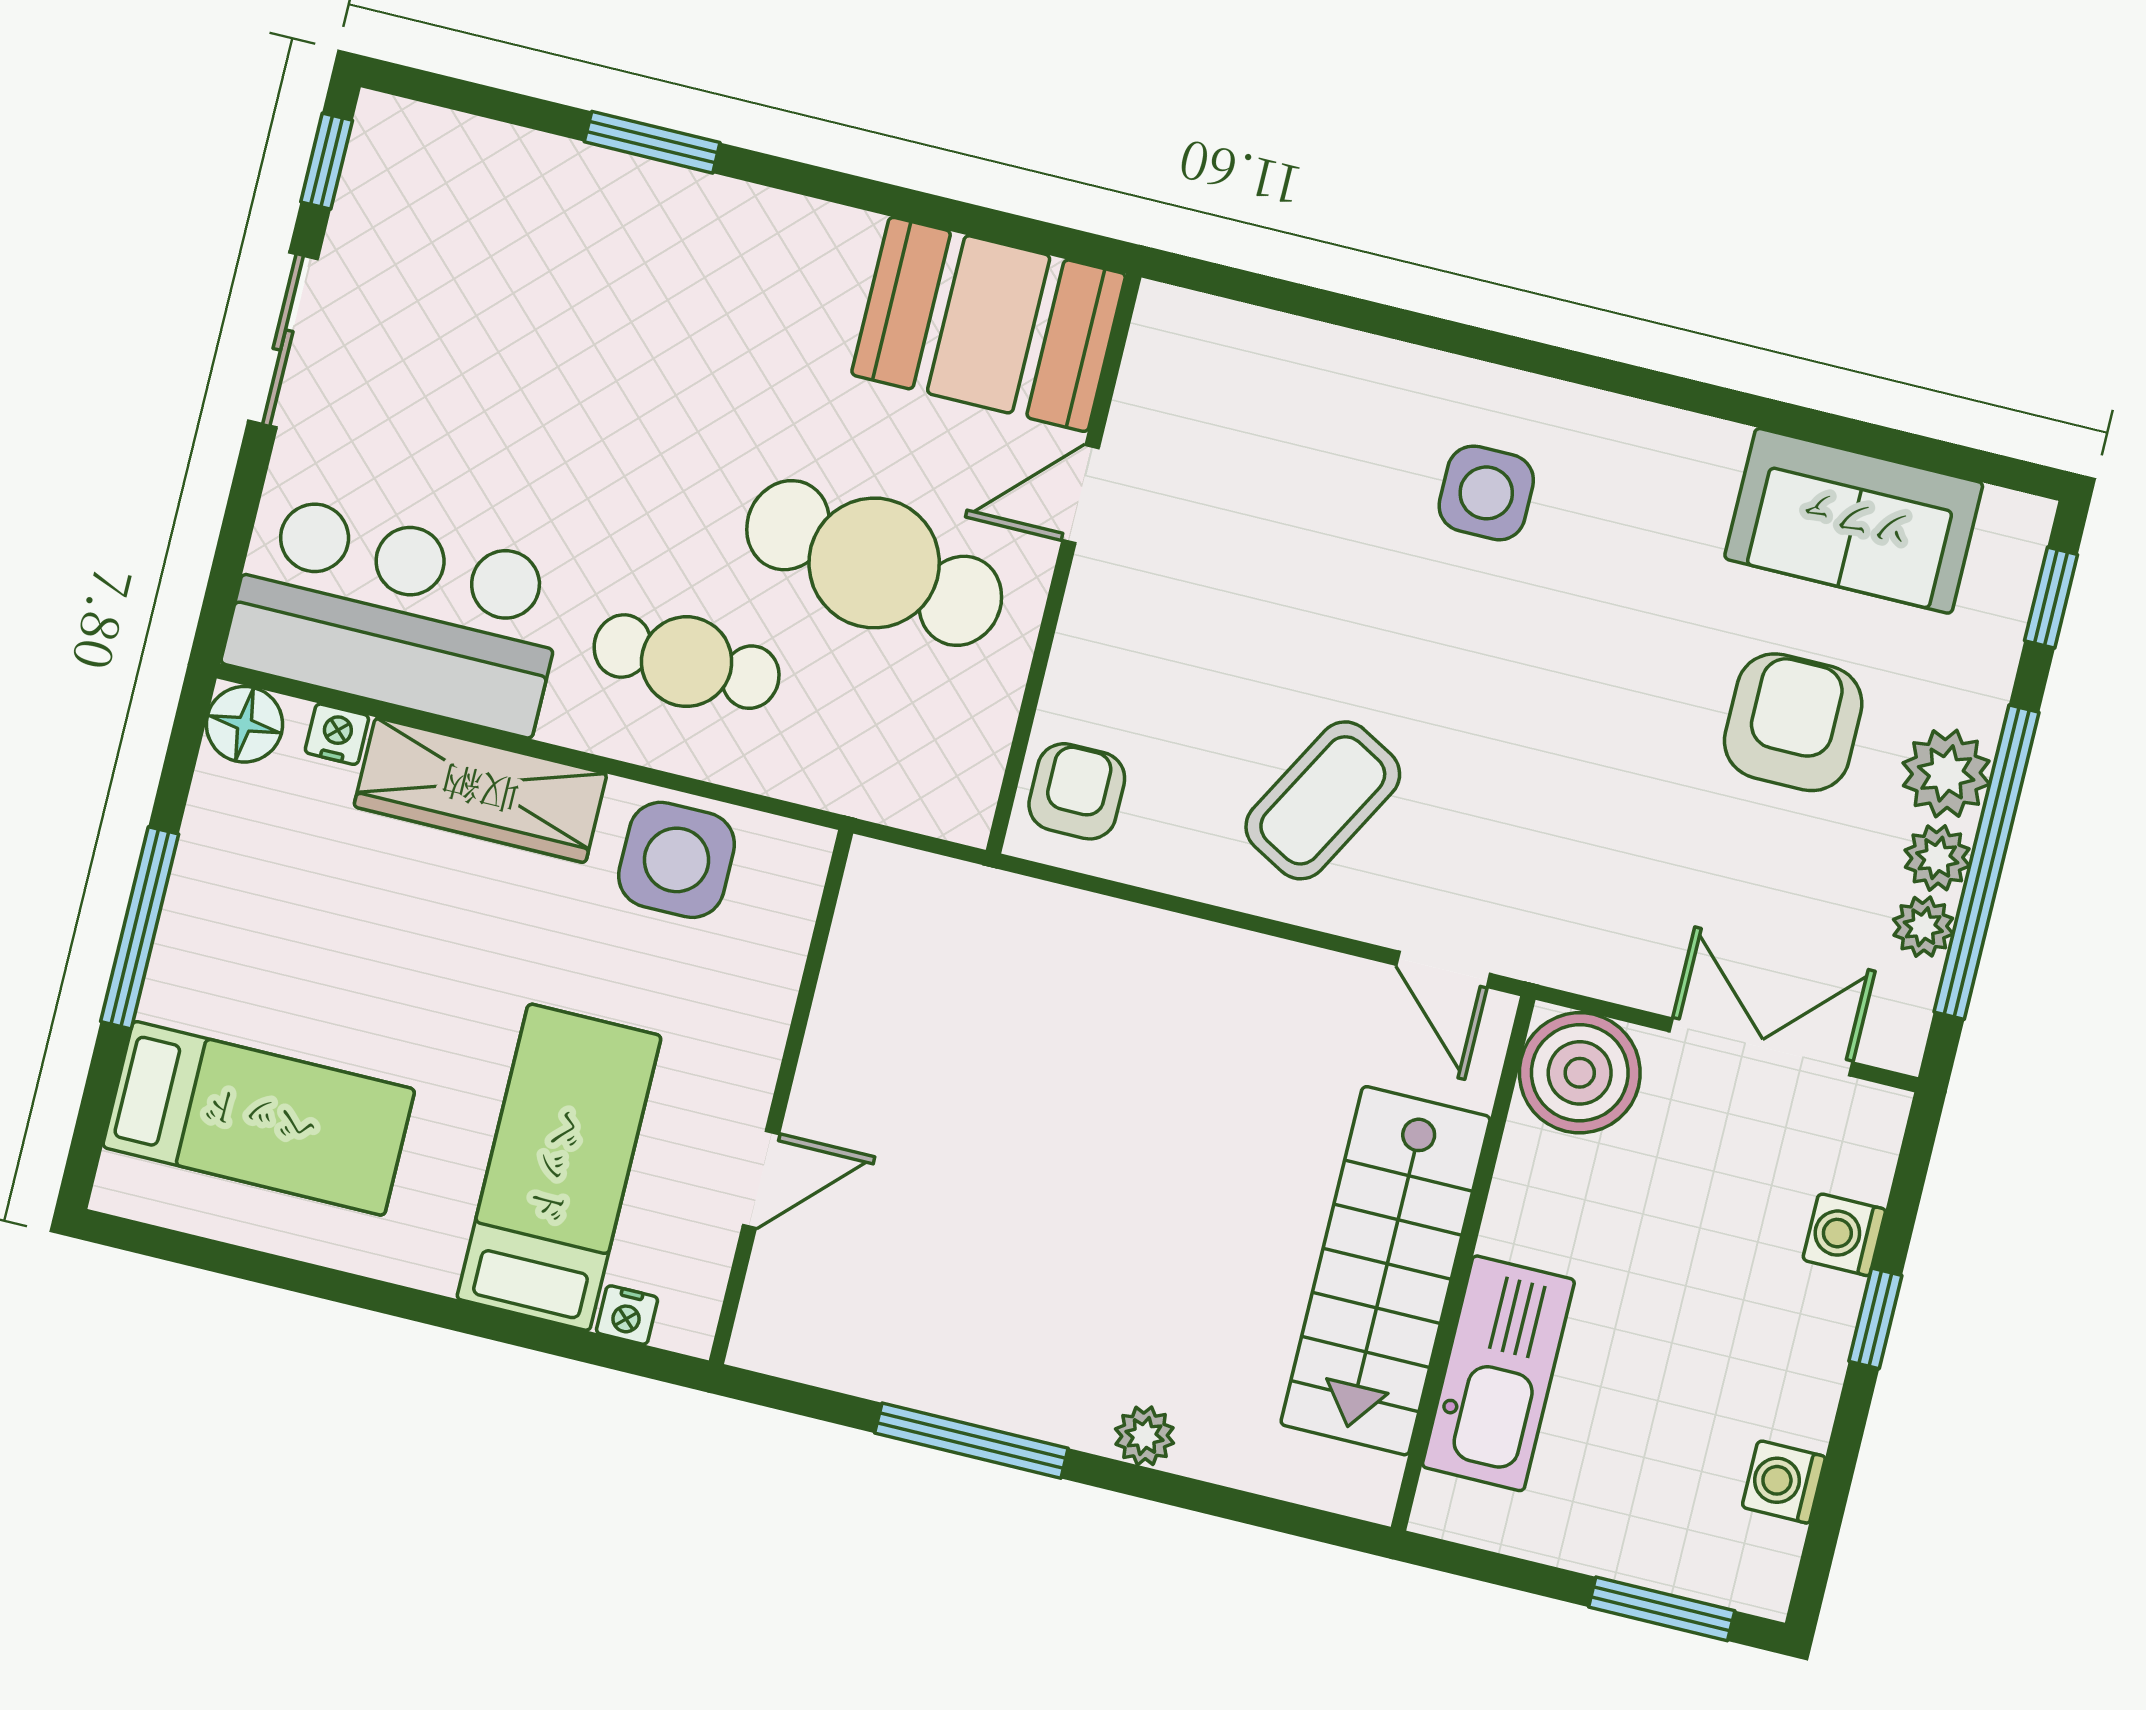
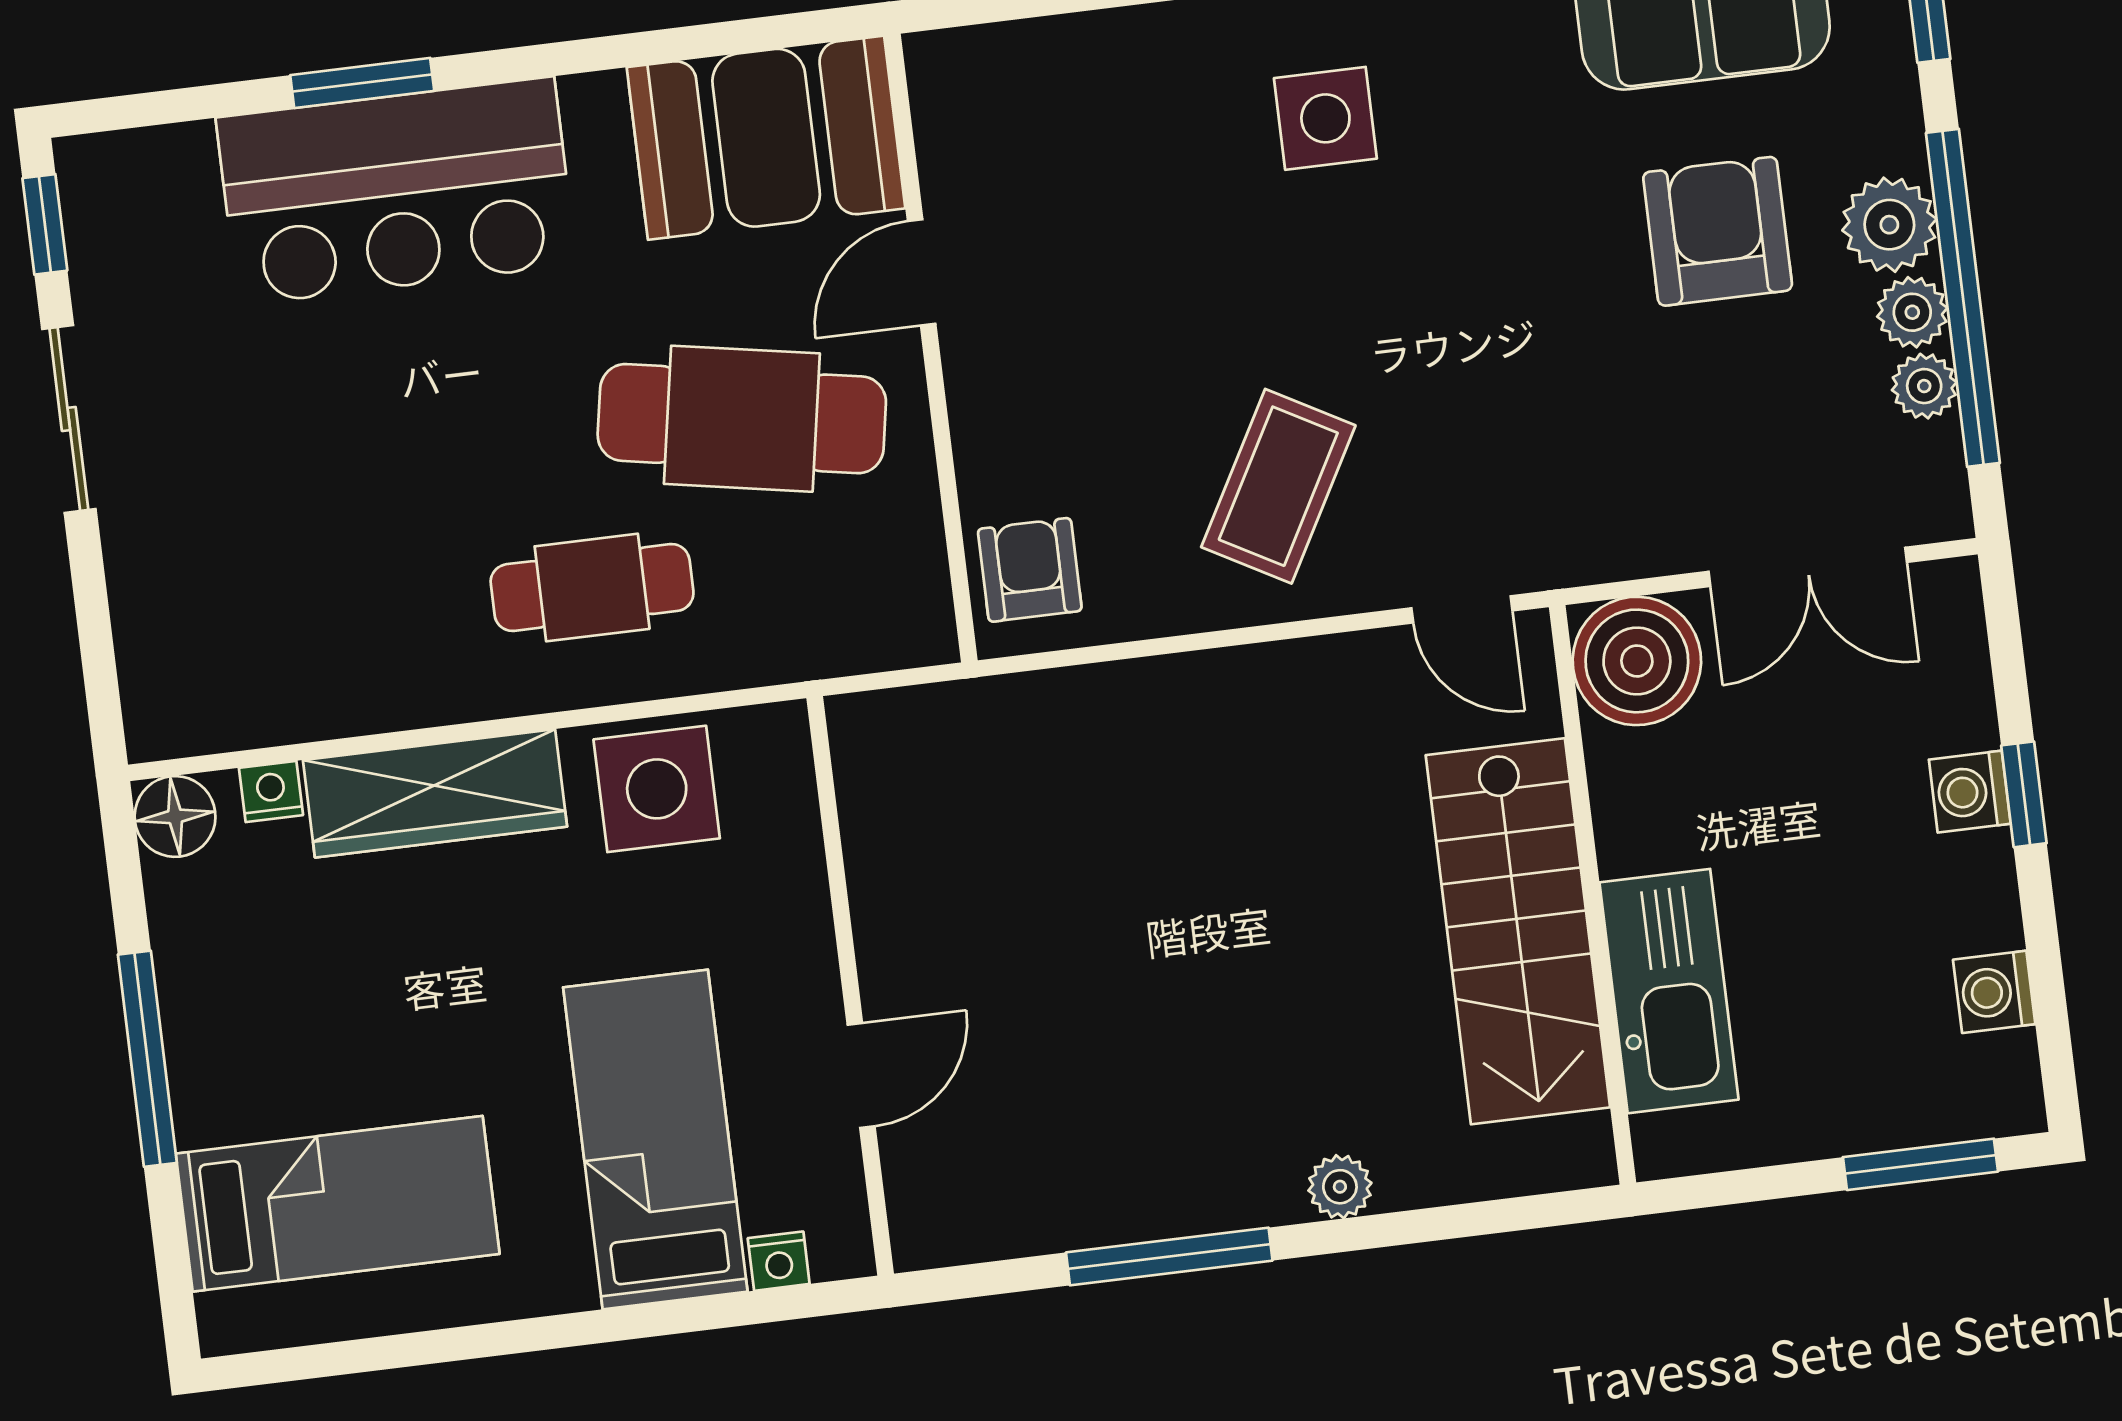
bar counter: (397, 615) -> (396, 191), moved, turned 180
double door: (1761, 1047) -> (1808, 567), swing flipped
washing machine: (1844, 1235) -> (1970, 792), moved

